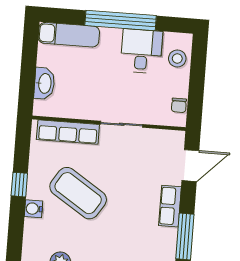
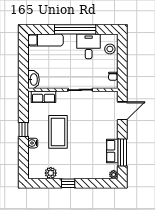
washbasin: (44, 83) -> (33, 80), moved
row of seats: (68, 132) -> (44, 97), width x0.68
coffee table: (78, 193) -> (58, 132), turned 57
row of seats: (170, 206) -> (112, 151), moved

